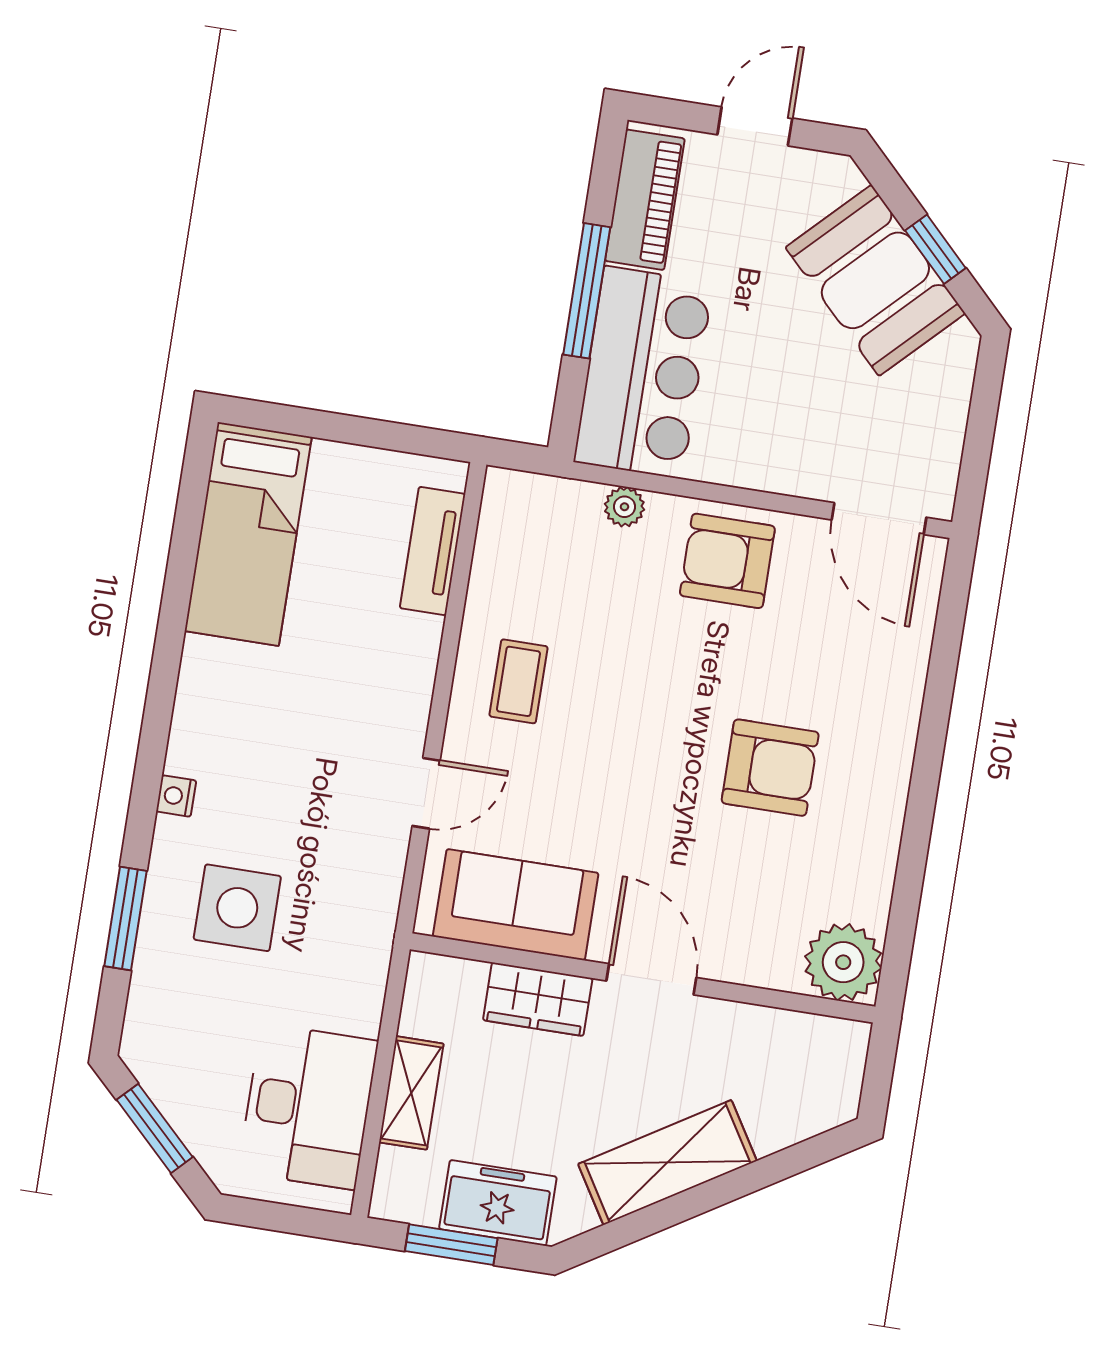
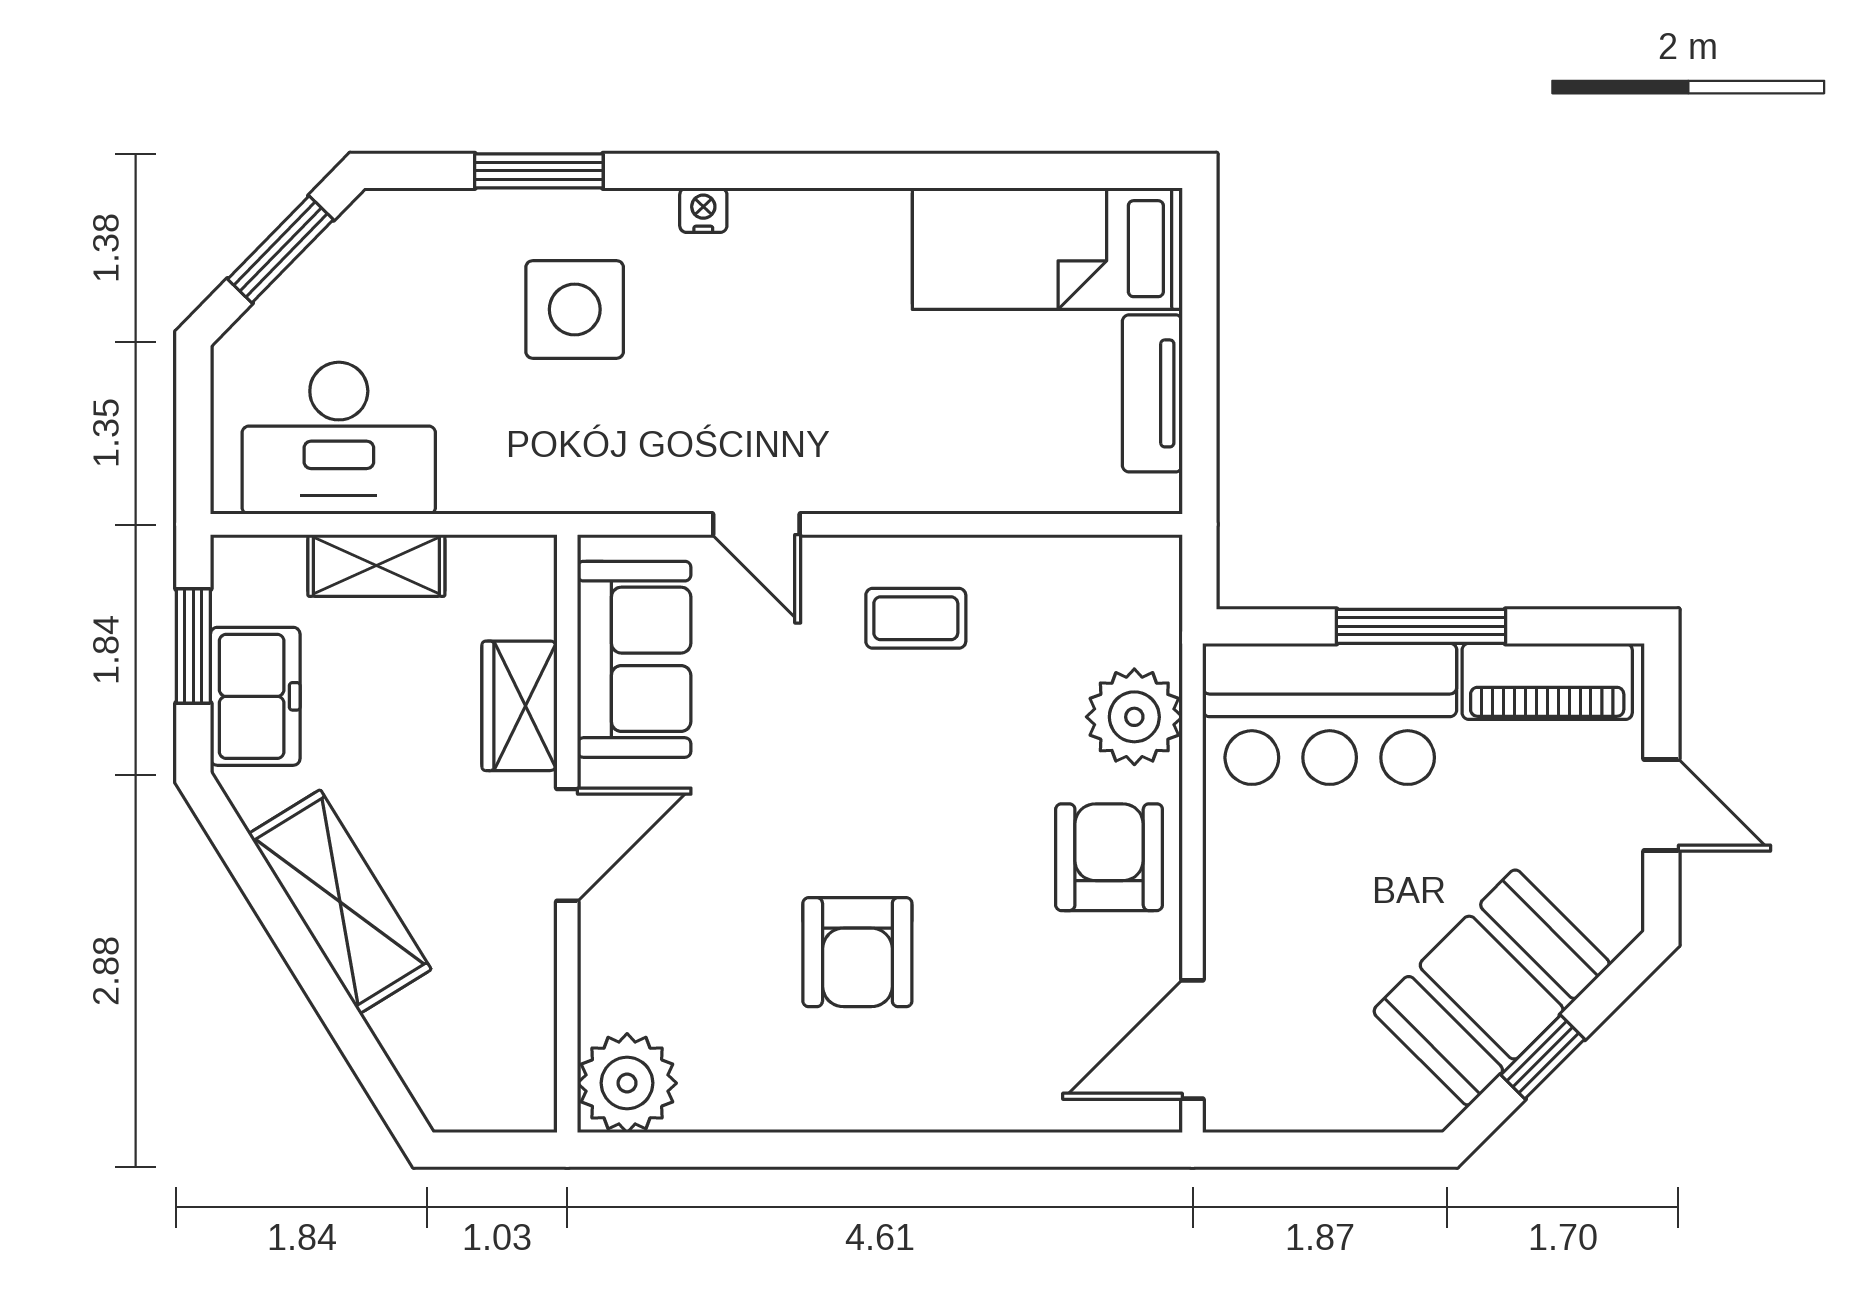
plant: (624, 507) -> (1134, 717), width x1.87, depth x1.87
tv unit: (433, 551) -> (1152, 393), moved, turned -90

